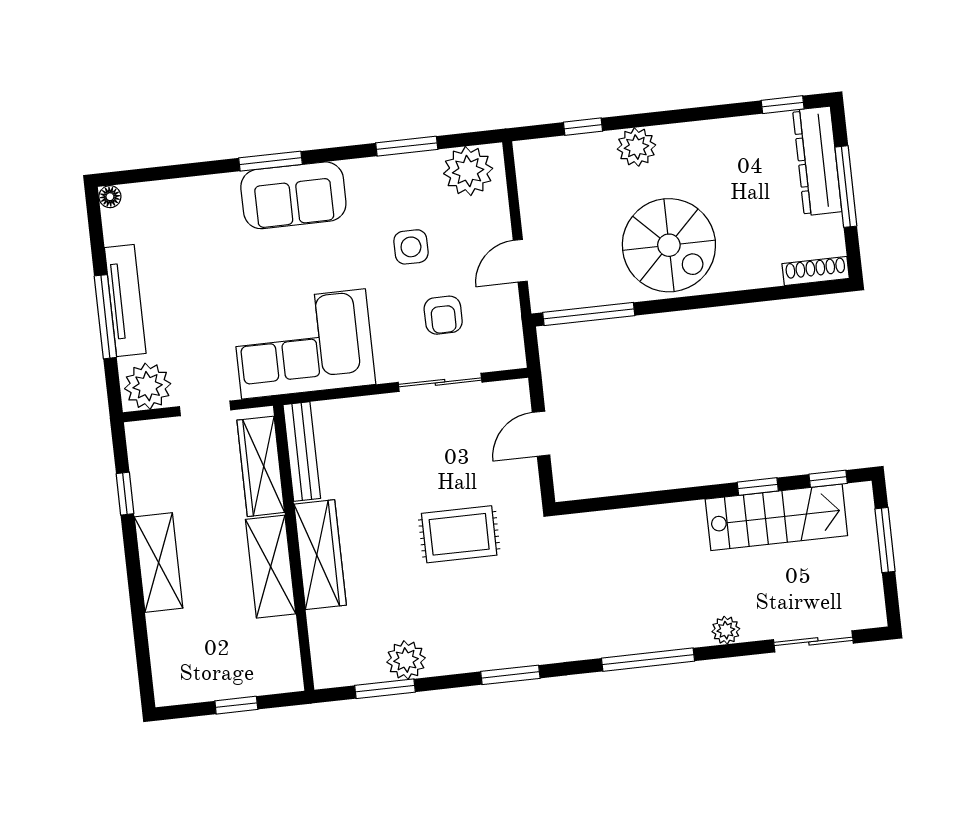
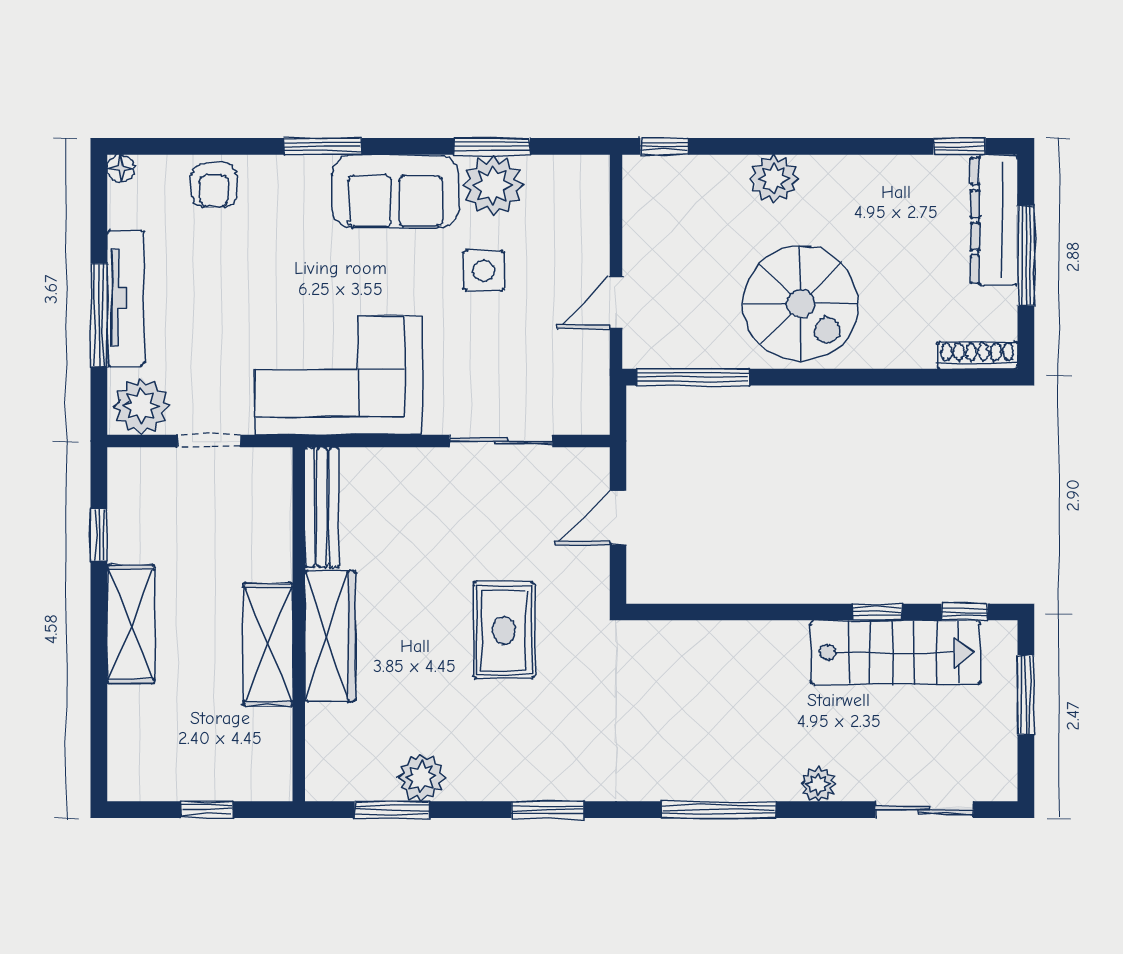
window: (583, 127) -> (664, 146), moved
plant: (468, 171) -> (493, 185), moved
sofa: (293, 195) -> (395, 191), moved
armchair: (443, 315) -> (214, 185), moved
wardrobe: (261, 466) -> (269, 520), removed
rug: (459, 534) -> (504, 630), turned 90

